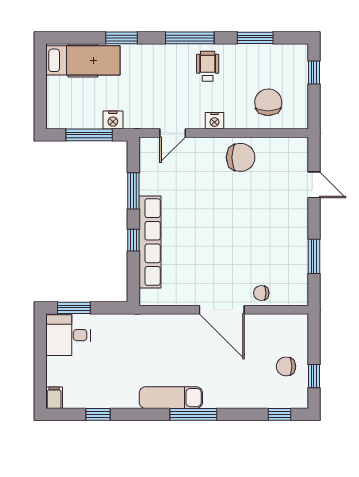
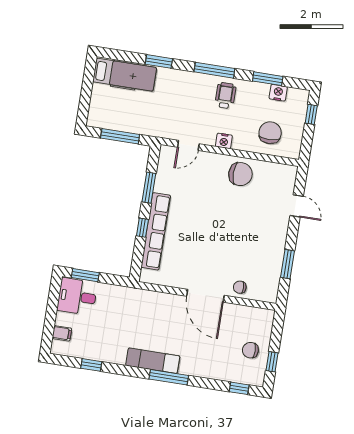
nightstand: (113, 120) -> (278, 93), moved, turned 180
filing cabinet: (54, 398) -> (62, 333), moved, turned 90

